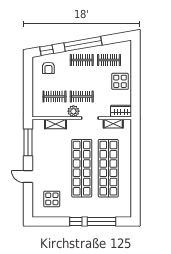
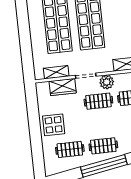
wardrobe: (121, 111) -> (63, 87), moved

